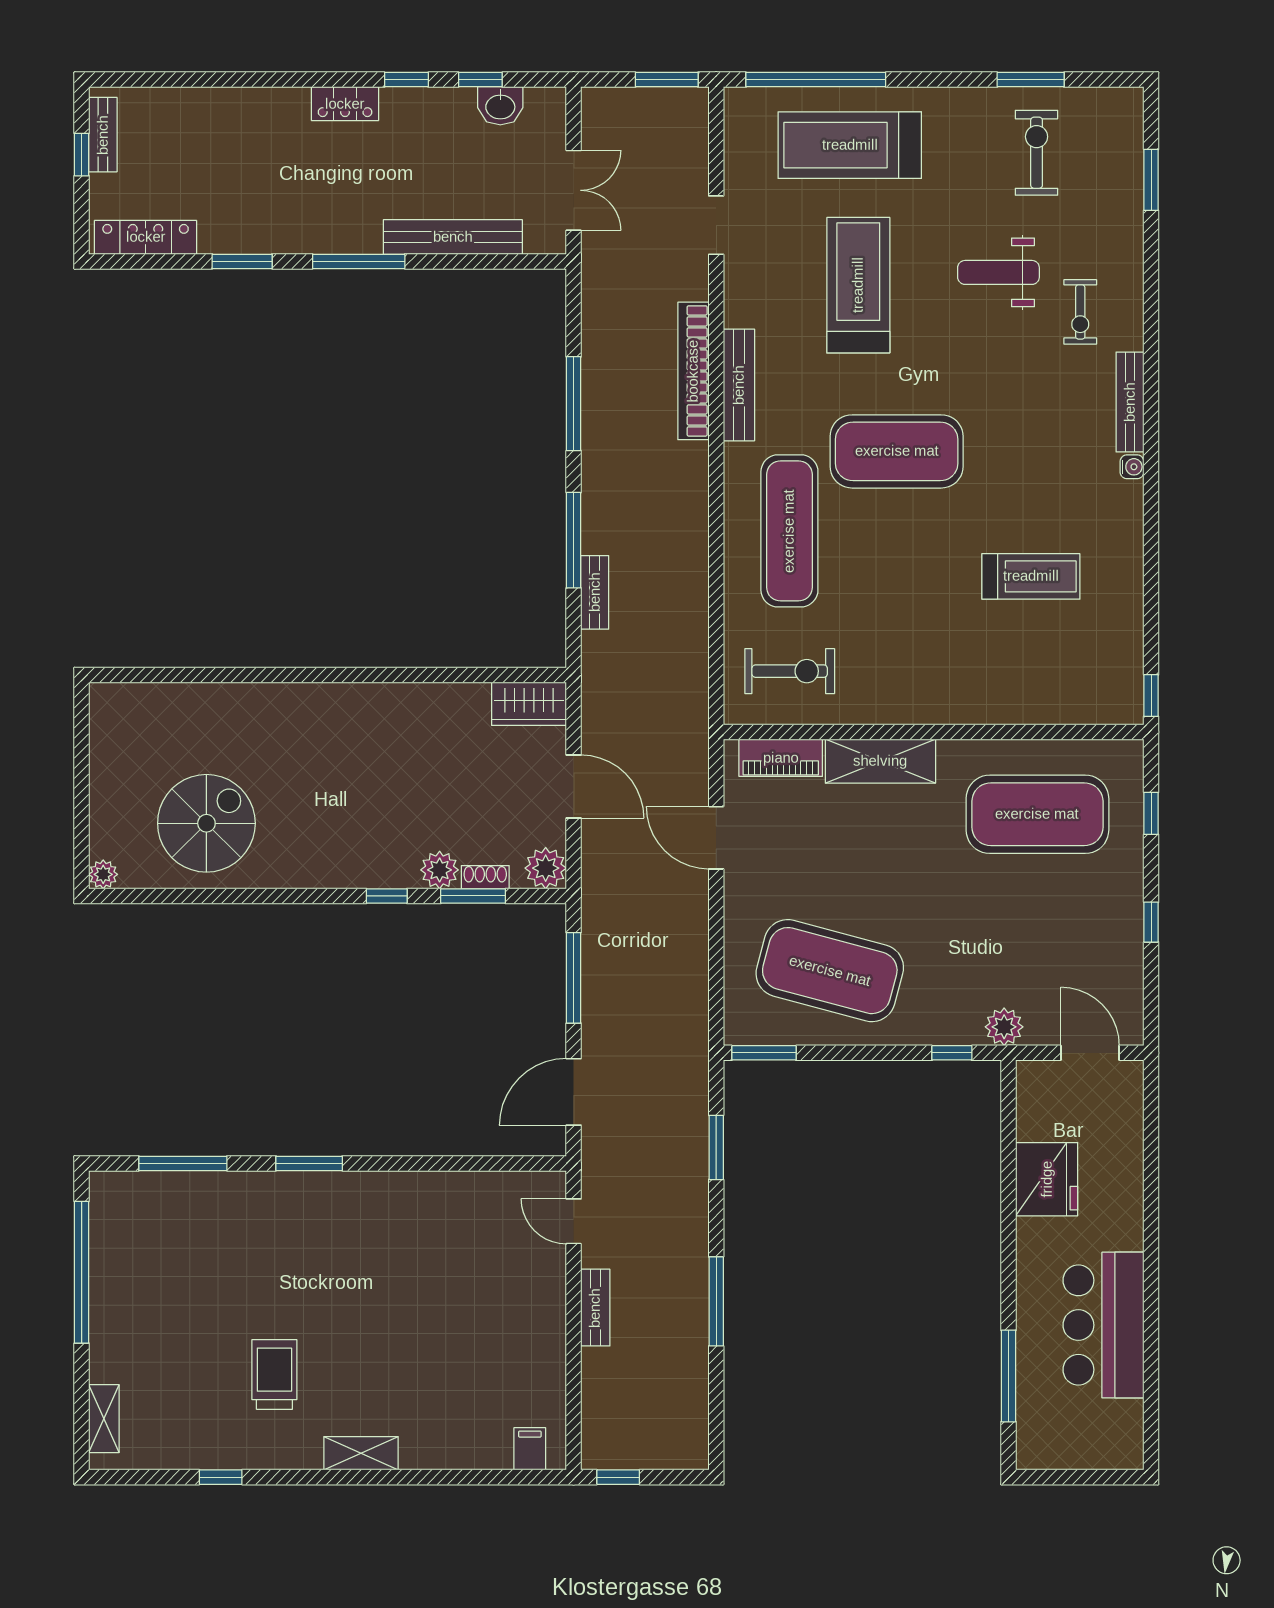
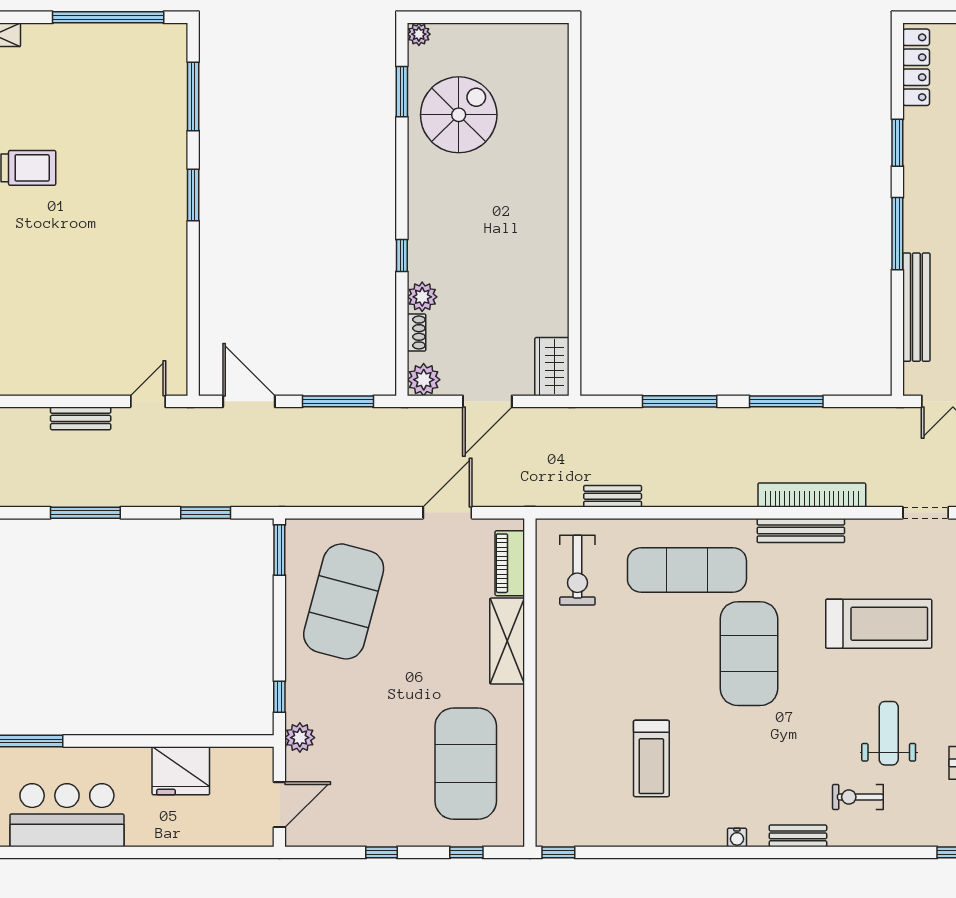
bench: (1130, 402) -> (798, 836), width x0.73
bench: (595, 592) -> (613, 496), moved
spiral stairs: (206, 823) -> (459, 115), turned -90
window: (473, 896) -> (402, 92), moved

